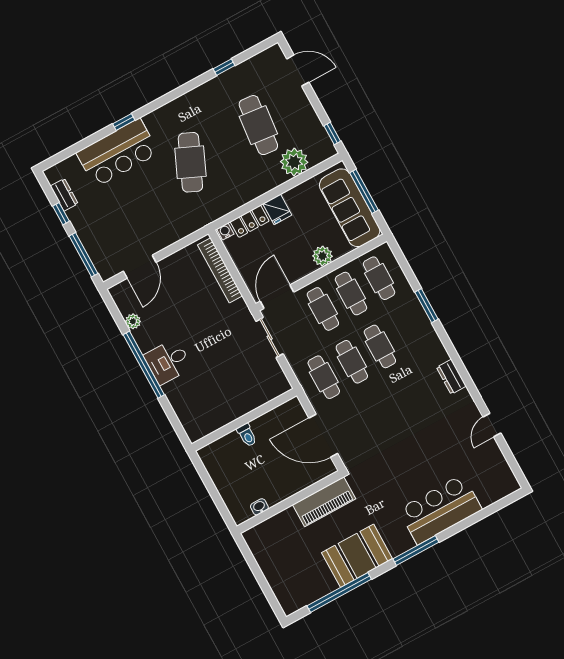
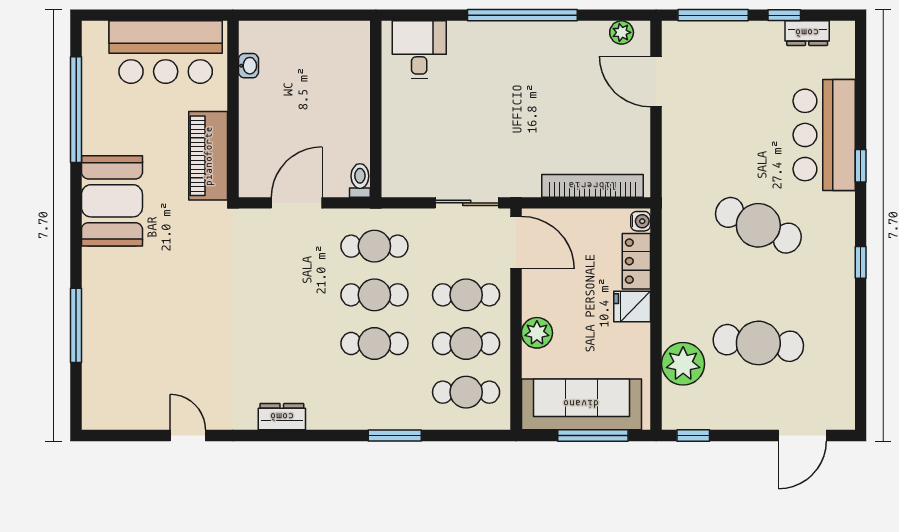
window: (224, 67) -> (861, 262), moved
plant: (133, 321) -> (622, 32), moved
desk: (168, 361) -> (419, 50), moved
toilet: (247, 435) -> (360, 180), moved, turned 90
door: (323, 436) -> (297, 203), width x0.73
bar counter: (440, 509) -> (166, 52), moved, turned 90
window: (416, 551) -> (76, 325), moved
booth: (357, 556) -> (112, 201), moved

